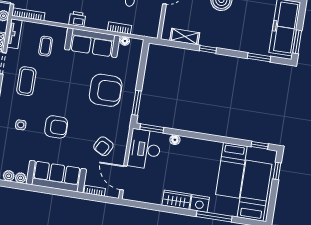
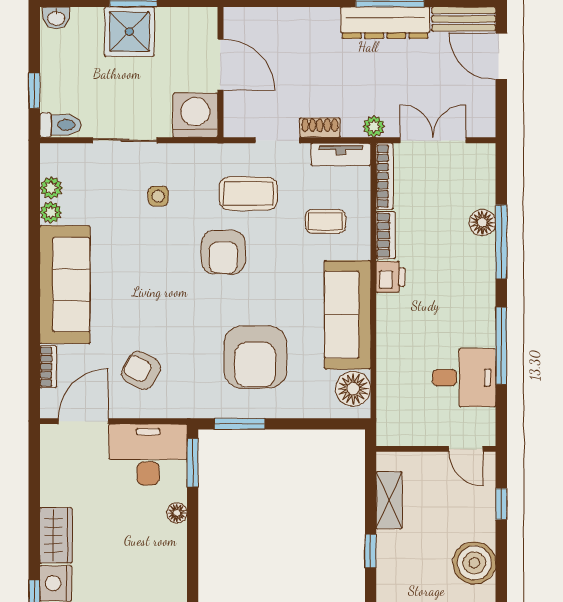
bookcase: (120, 28) -> (386, 235), moved
floor lamp: (125, 41) -> (353, 389), width x1.89, depth x1.89
armchair: (56, 127) -> (223, 252), moved

